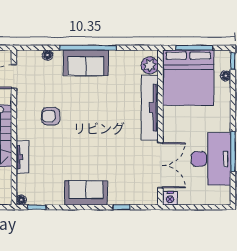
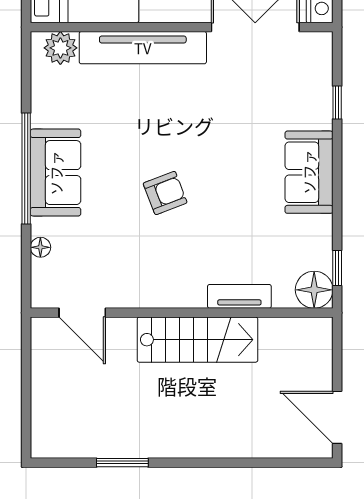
armchair: (51, 116) -> (165, 193), moved, turned -111
floor lamp: (21, 200) -> (314, 290), width x1.89, depth x1.89

